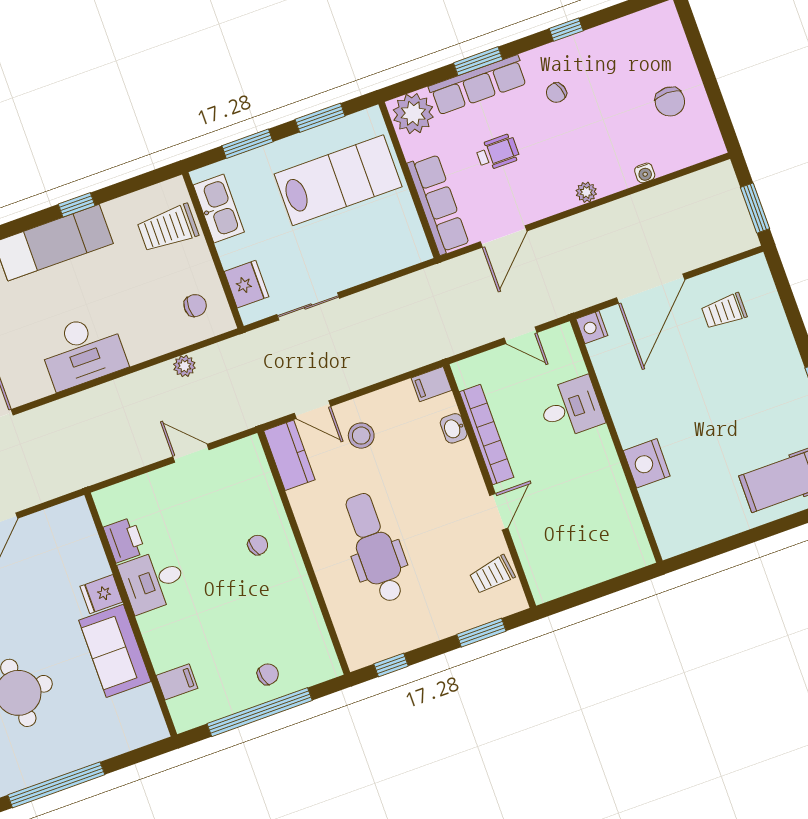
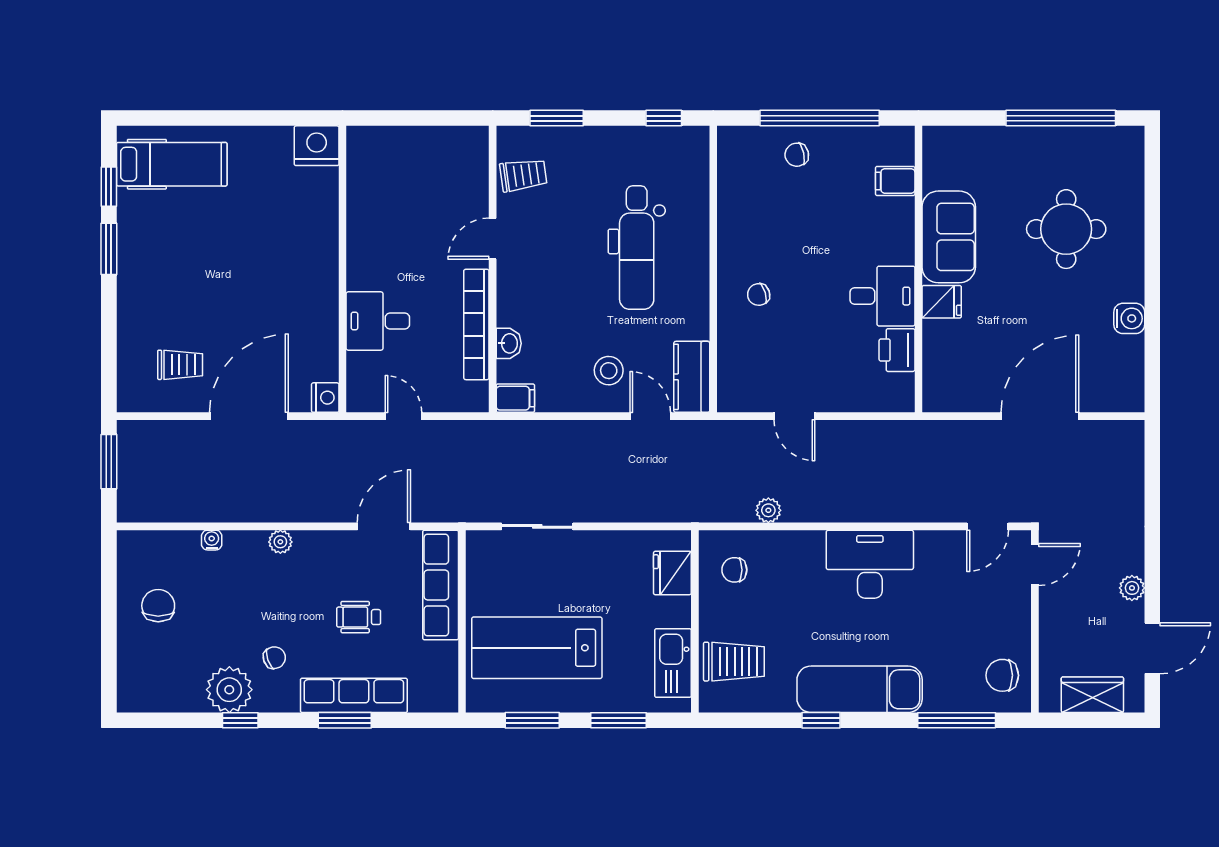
plant: (413, 114) -> (229, 690), moved
sliding door: (308, 306) -> (537, 526), moved
nightstand: (647, 463) -> (317, 146), moved, turned -90

